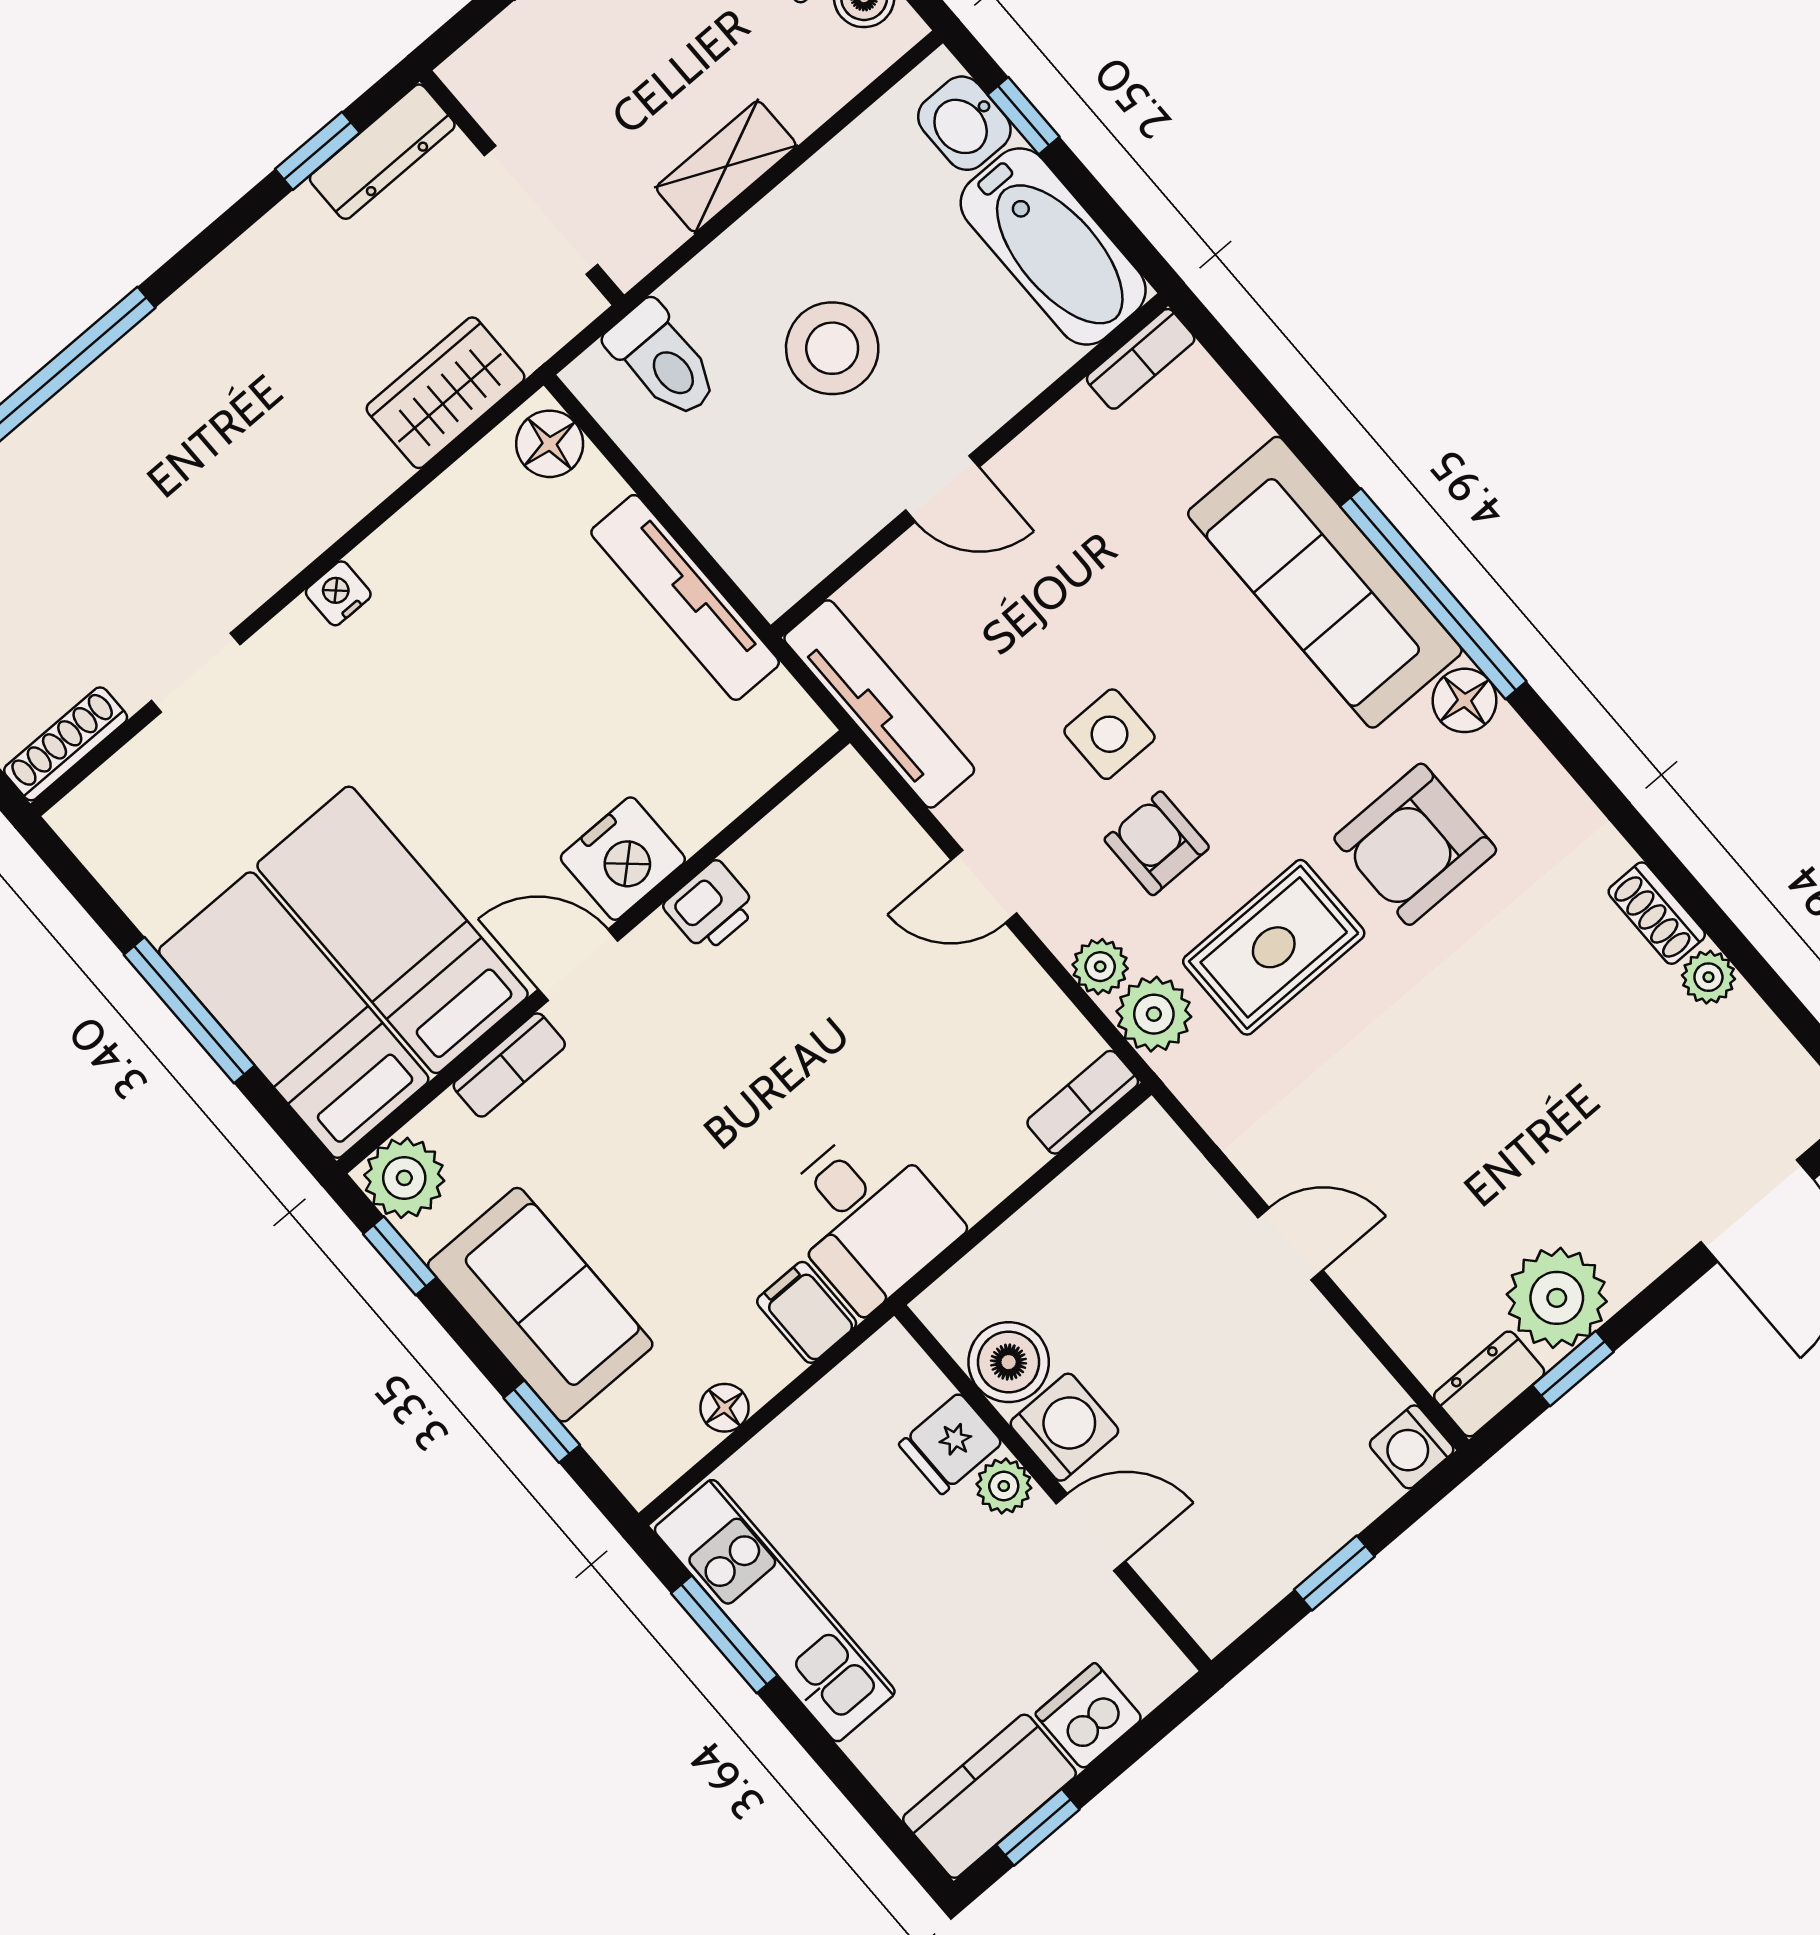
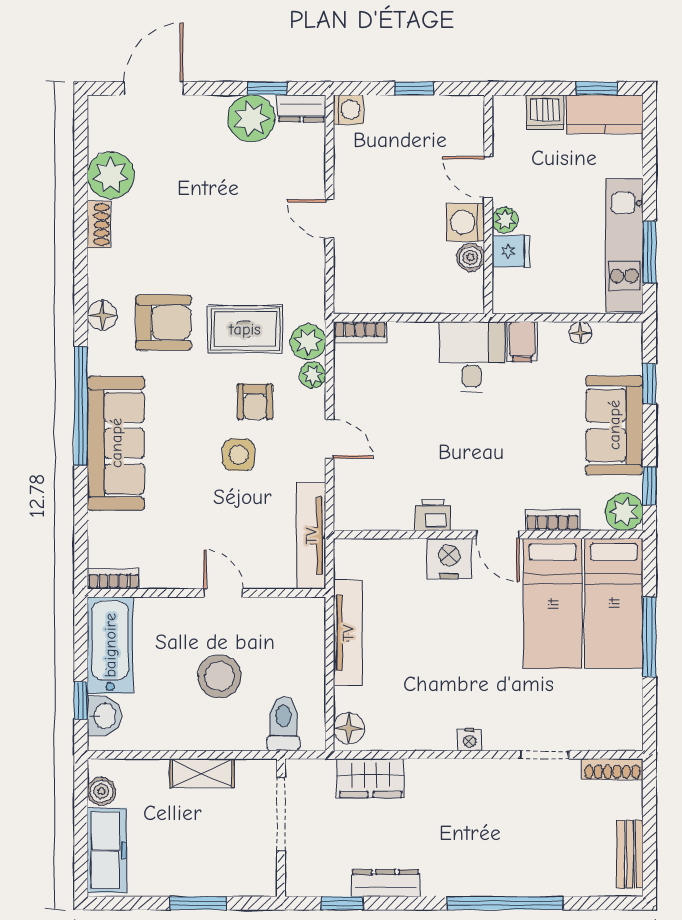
dresser: (382, 152) -> (385, 883), moved
floor lamp: (1465, 700) -> (102, 315), moved
plant: (1708, 977) -> (111, 175), width x1.88, depth x1.88
boiler: (1009, 1362) -> (471, 257), width x0.73, depth x0.73

